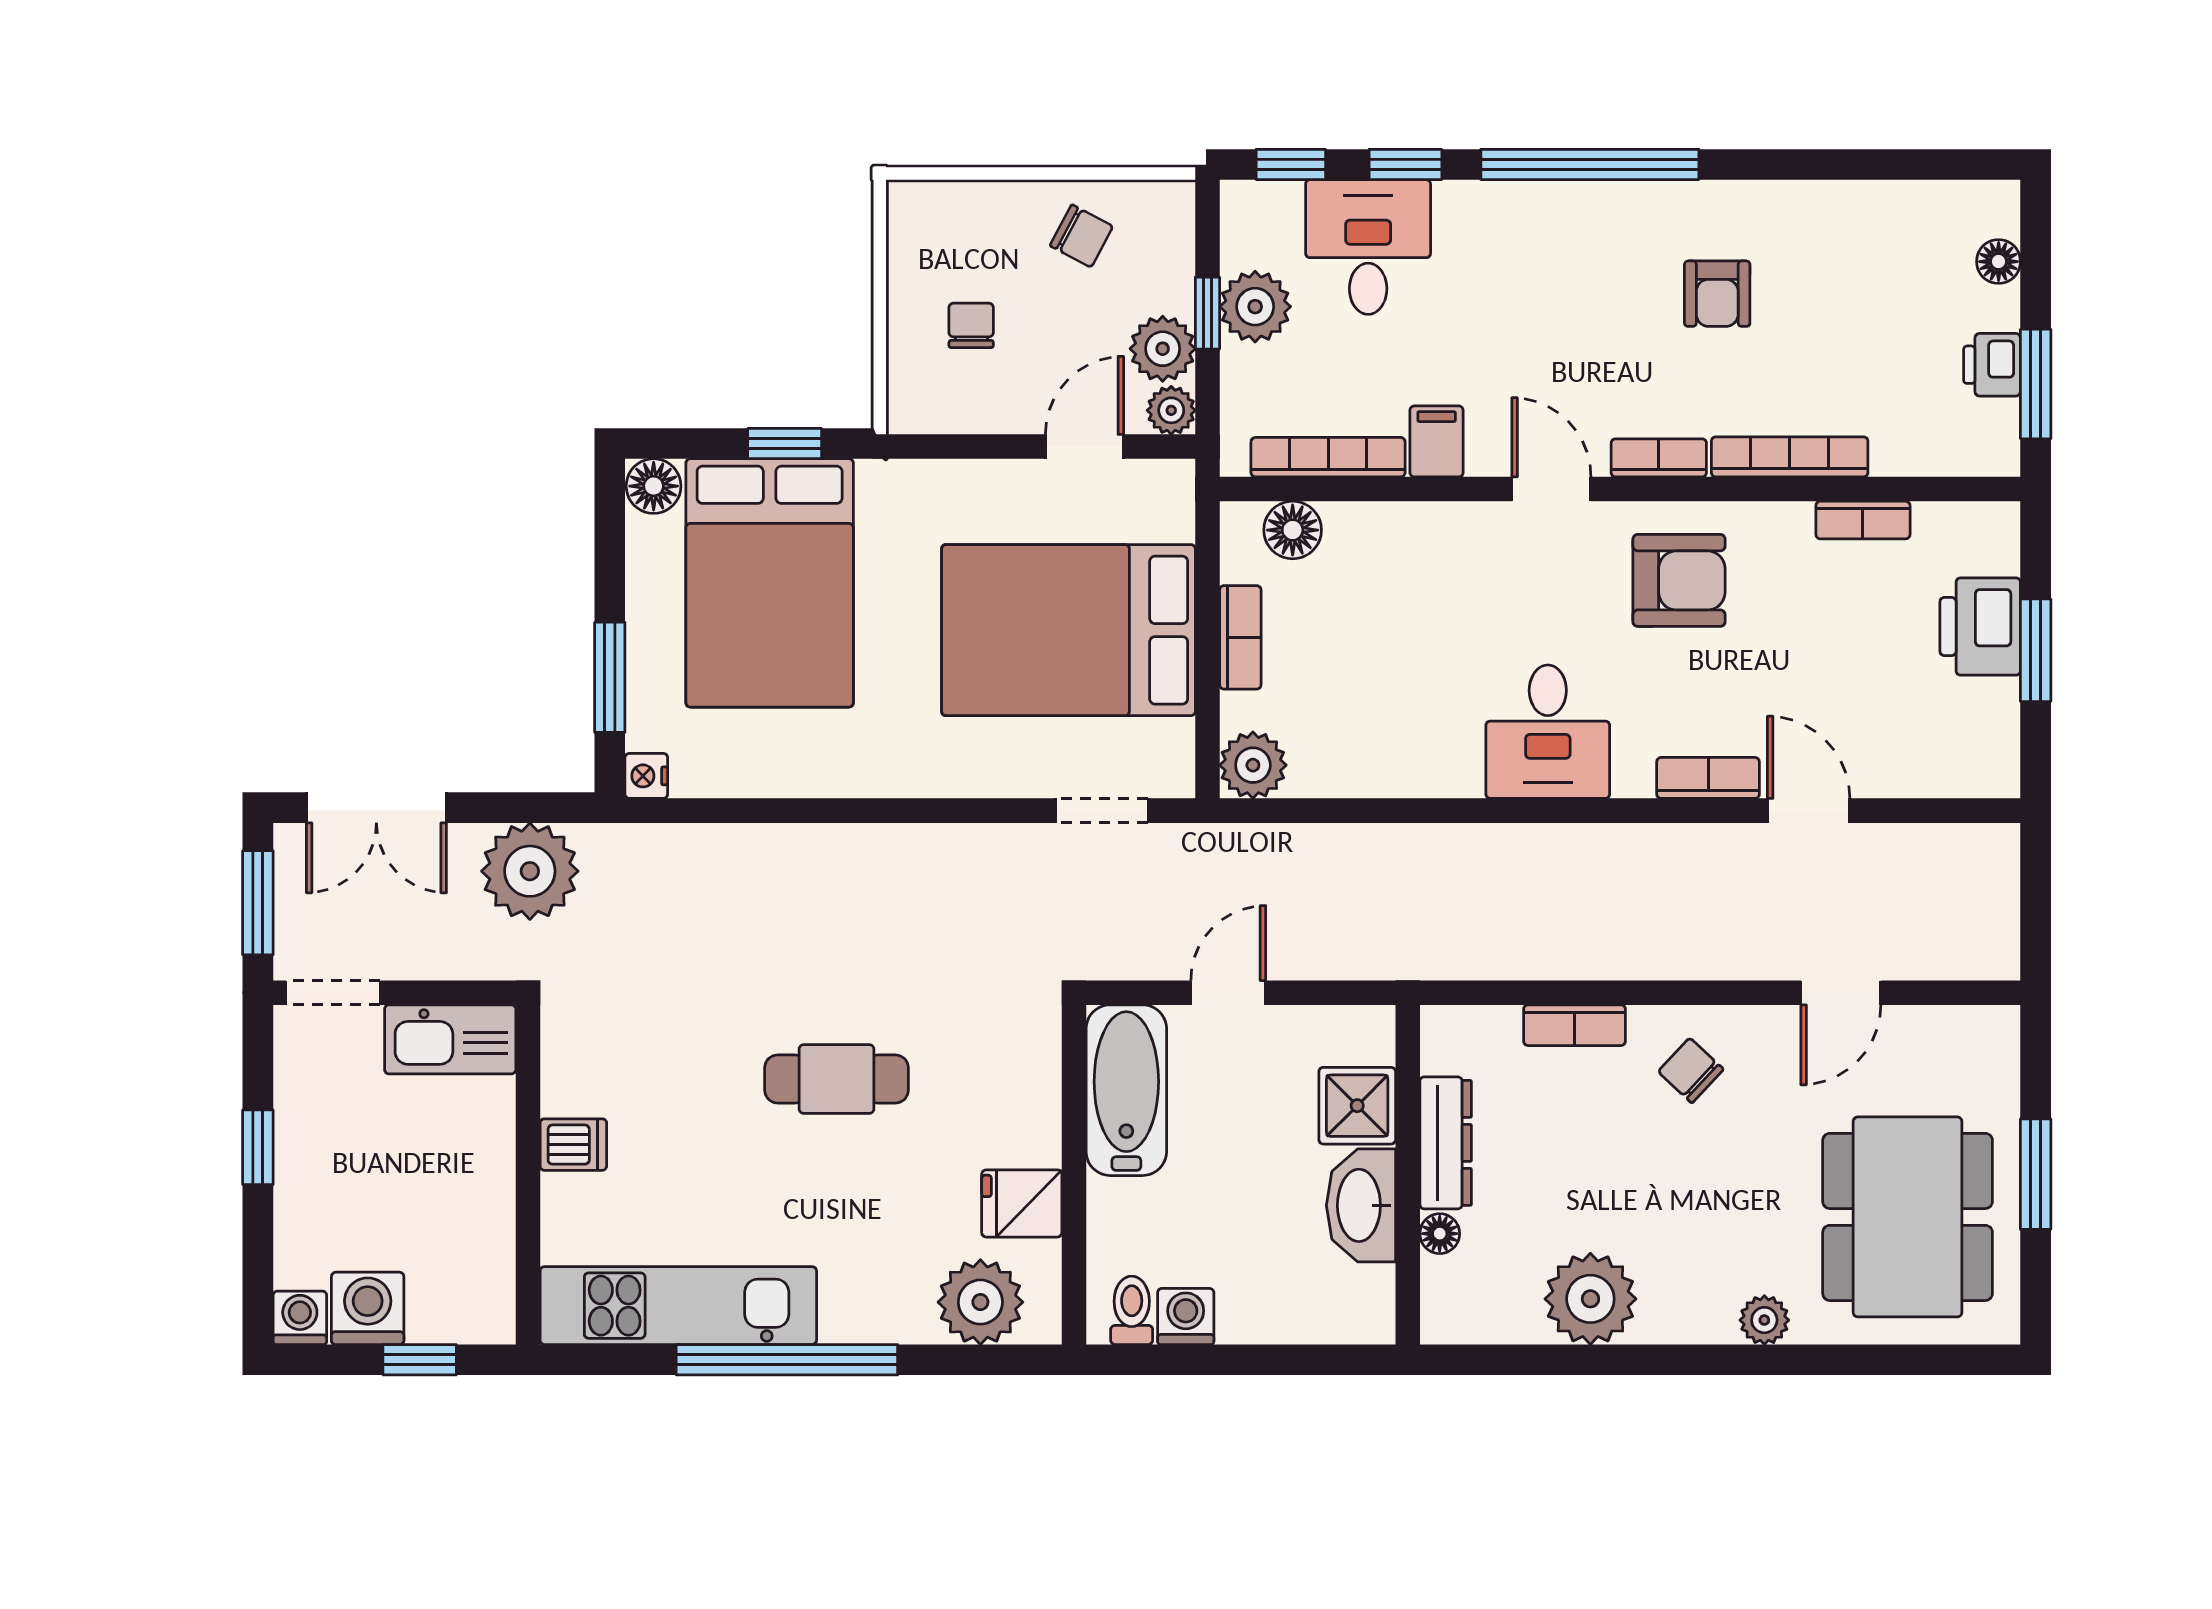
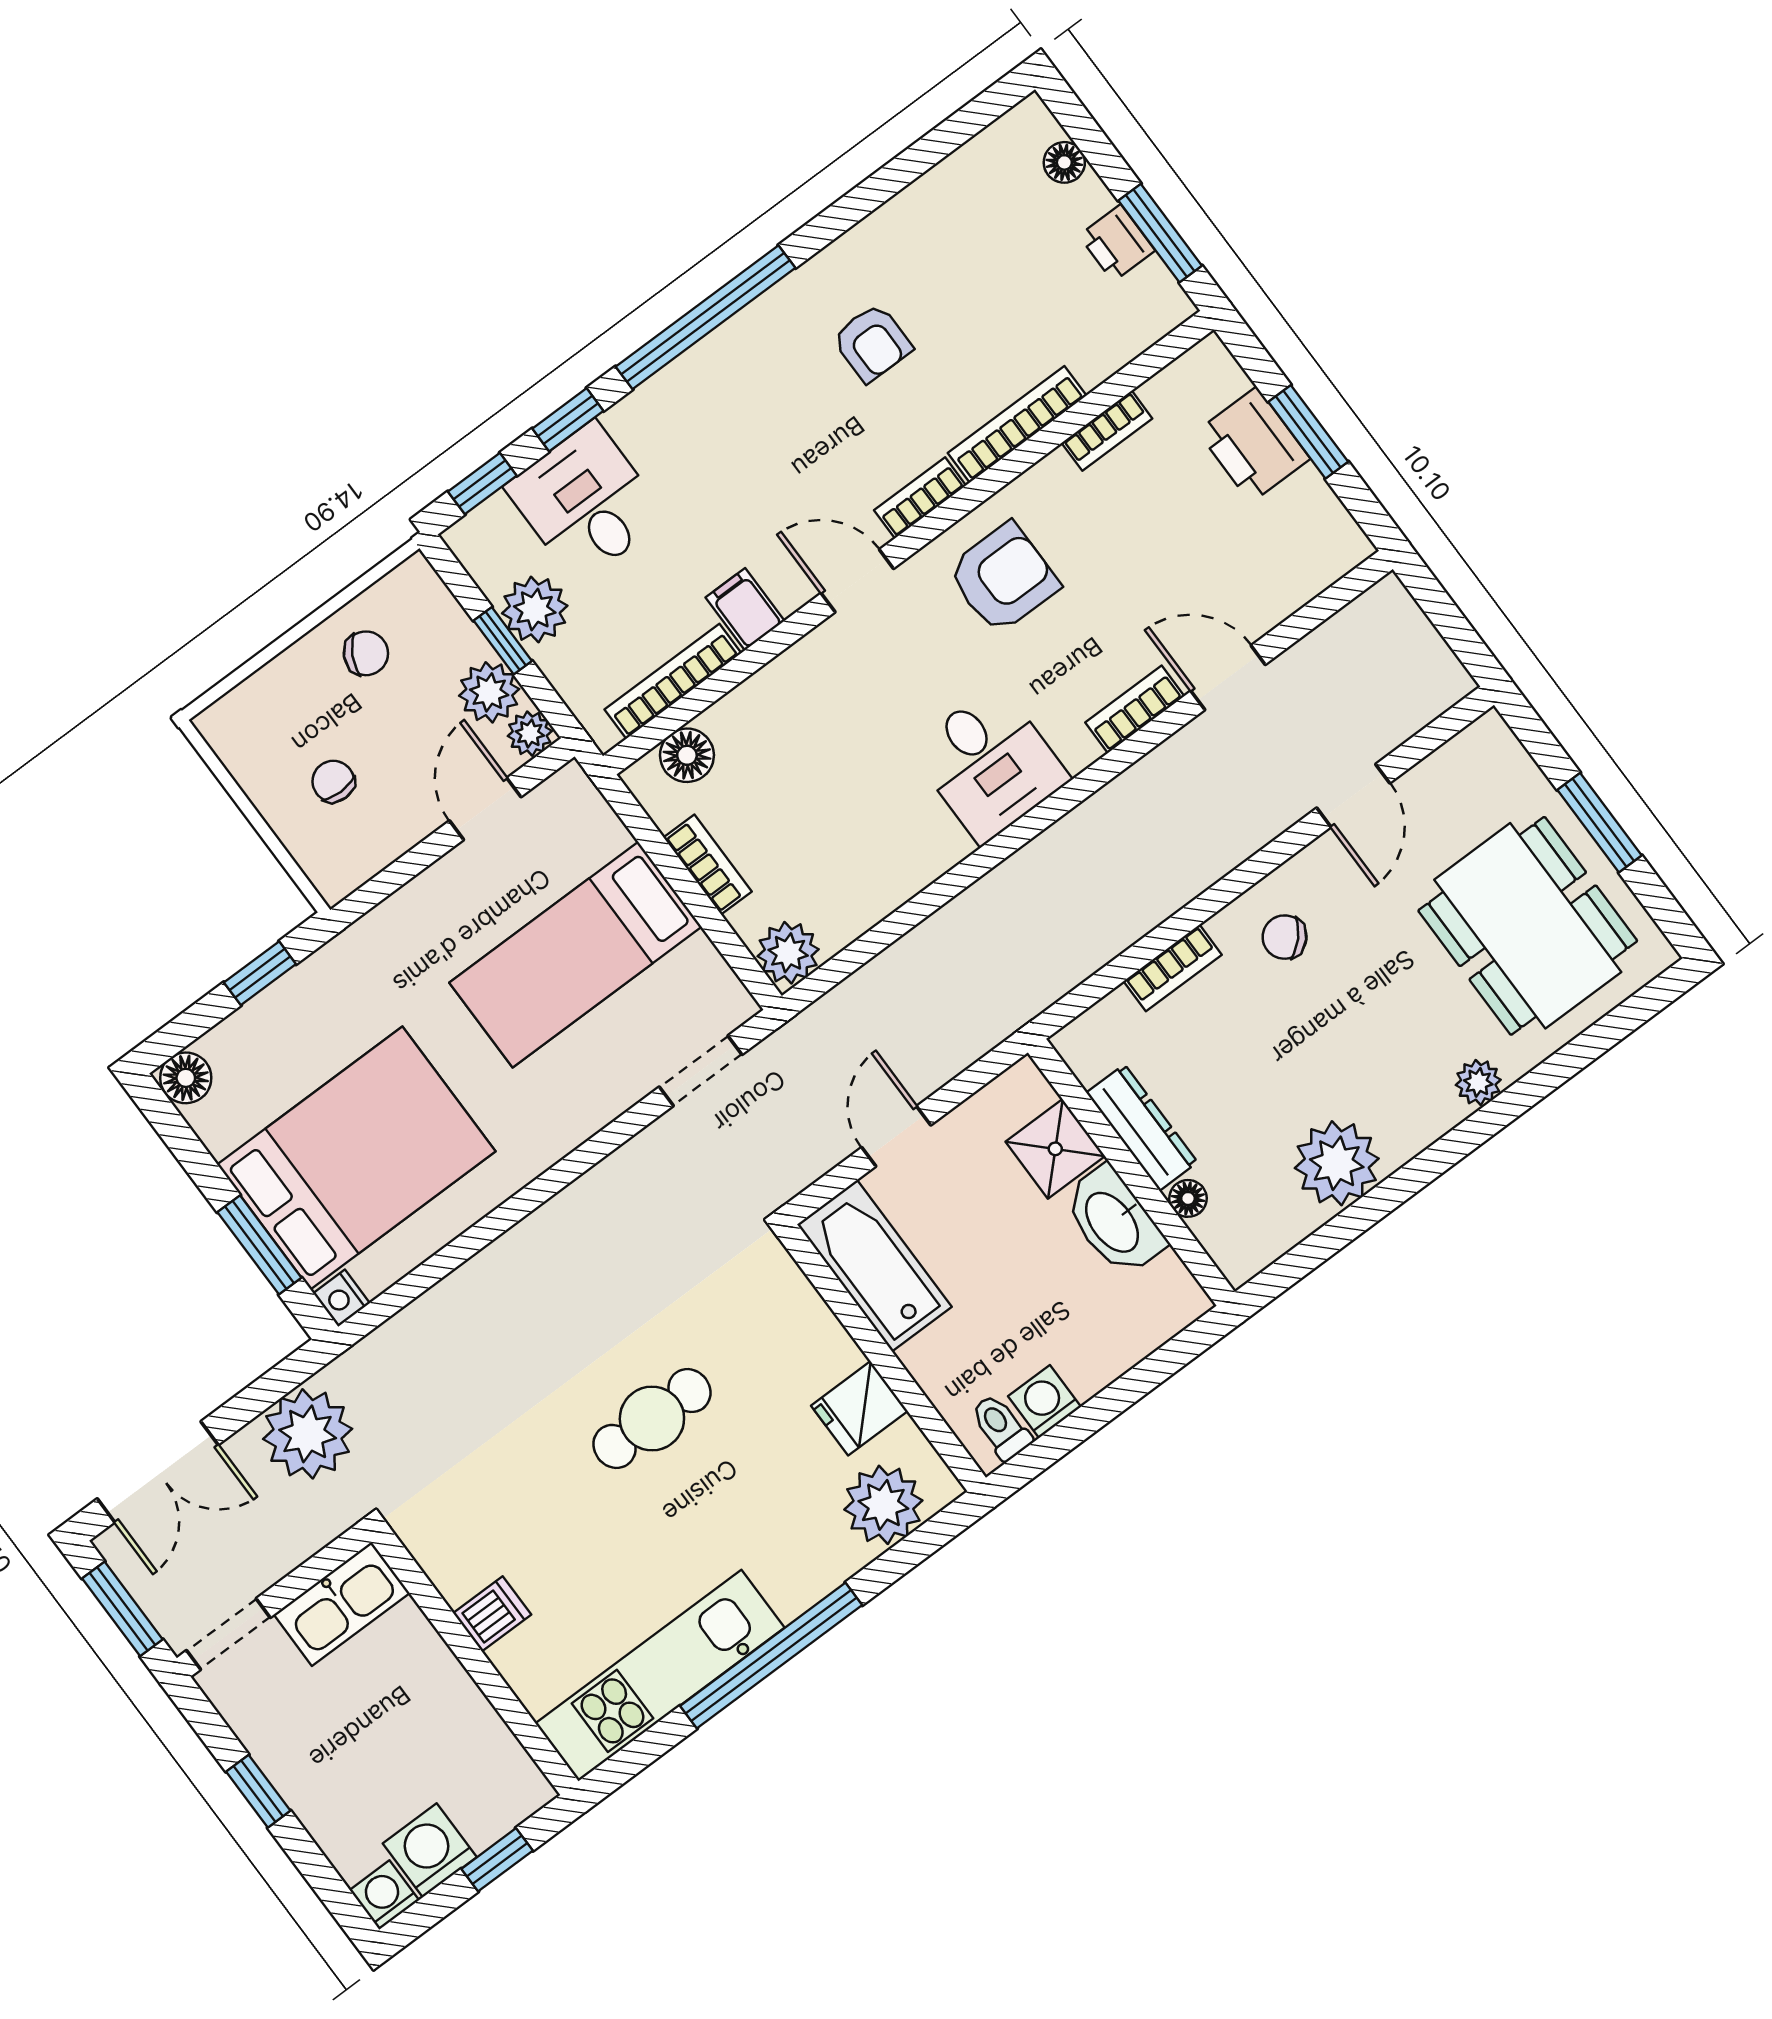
bed: (770, 583) -> (356, 1158), moved, turned -90
bed: (1068, 630) -> (575, 955), width x0.67

